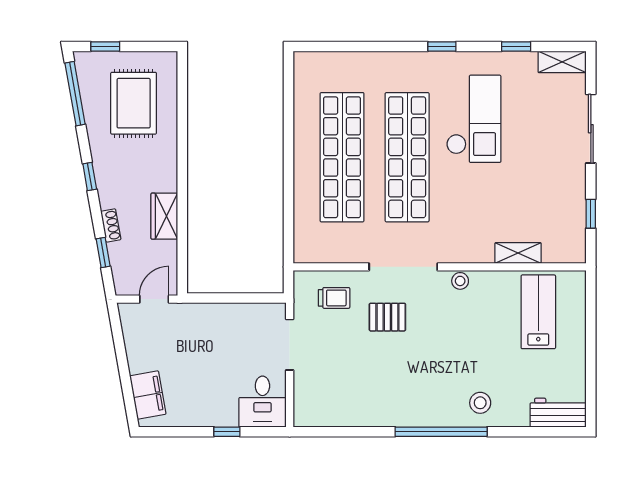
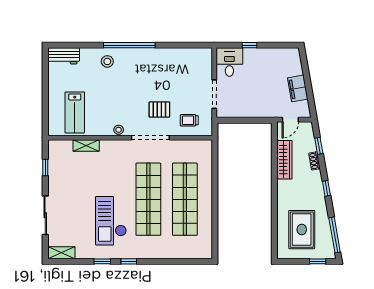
window: (516, 46) -> (102, 261), moved
wardrobe: (164, 216) -> (284, 160), width x1.50
filing cabinet: (148, 395) -> (298, 88), moved

